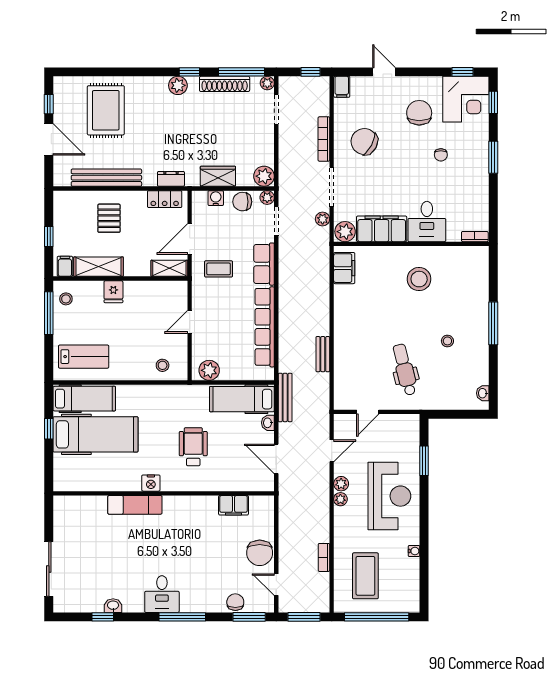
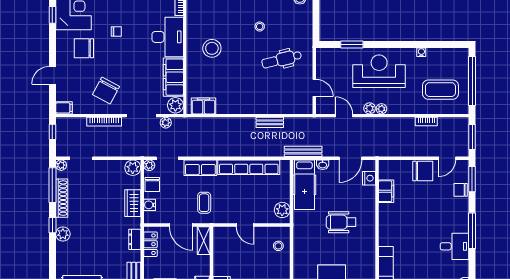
desk: (427, 222) -> (168, 37), width x1.37
nightstand: (151, 483) -> (369, 178), moved

